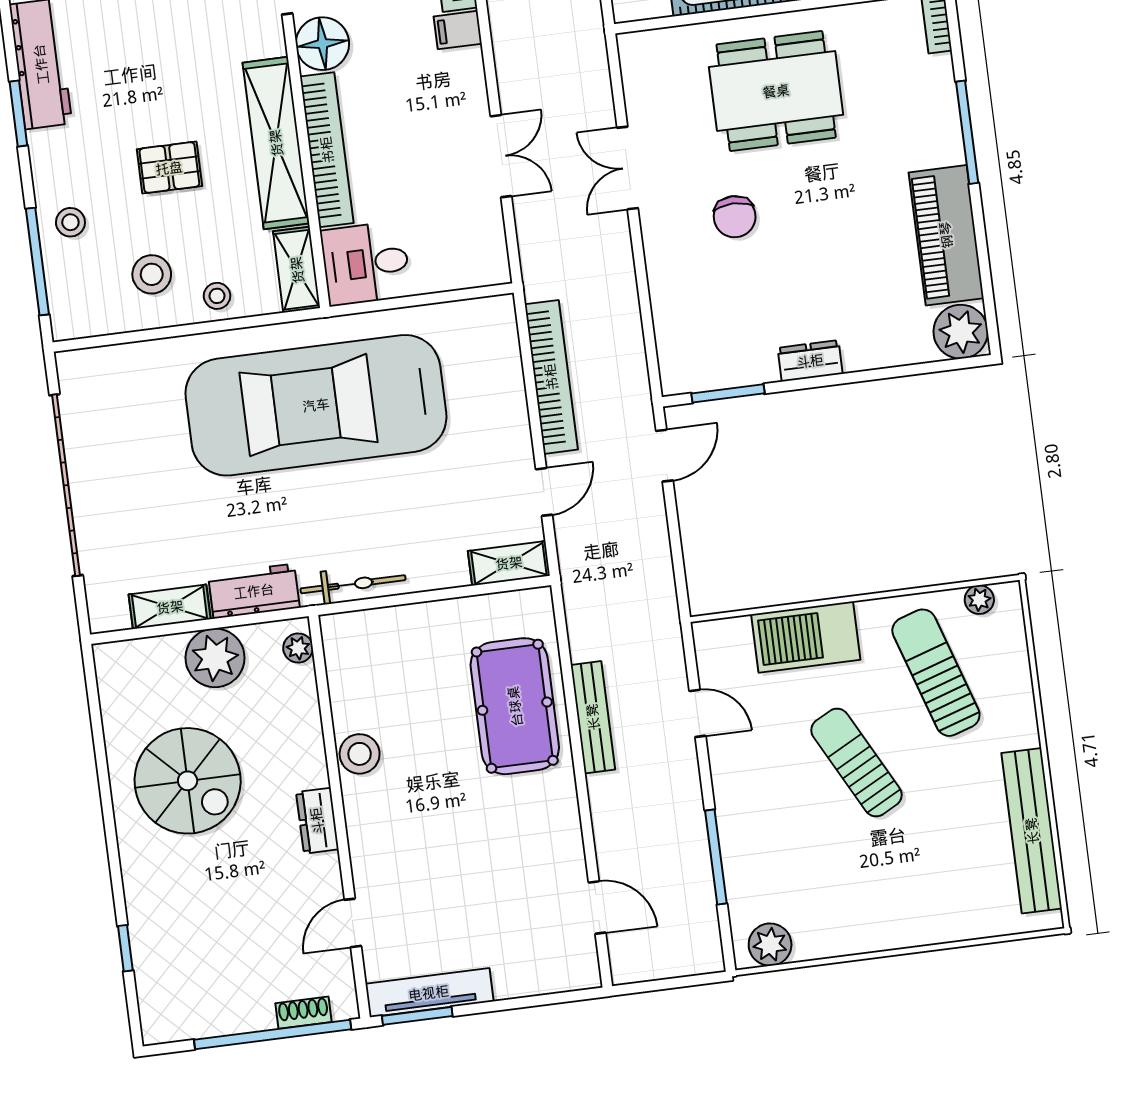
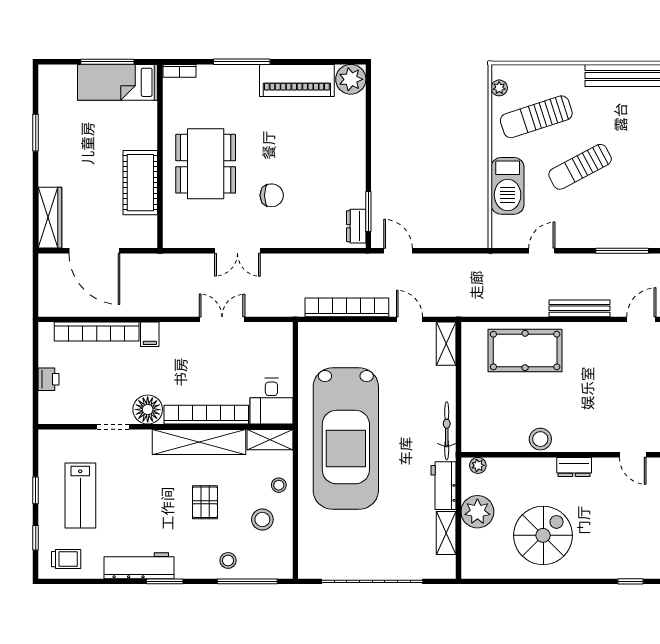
dresser: (810, 361) -> (356, 226), moved
bench: (593, 717) -> (580, 308), moved

